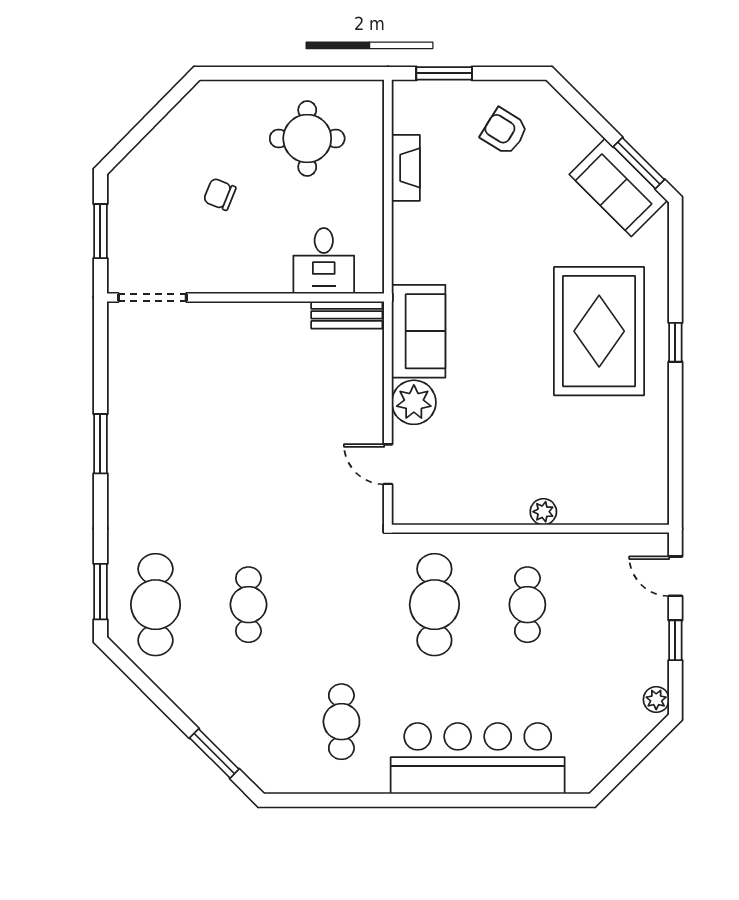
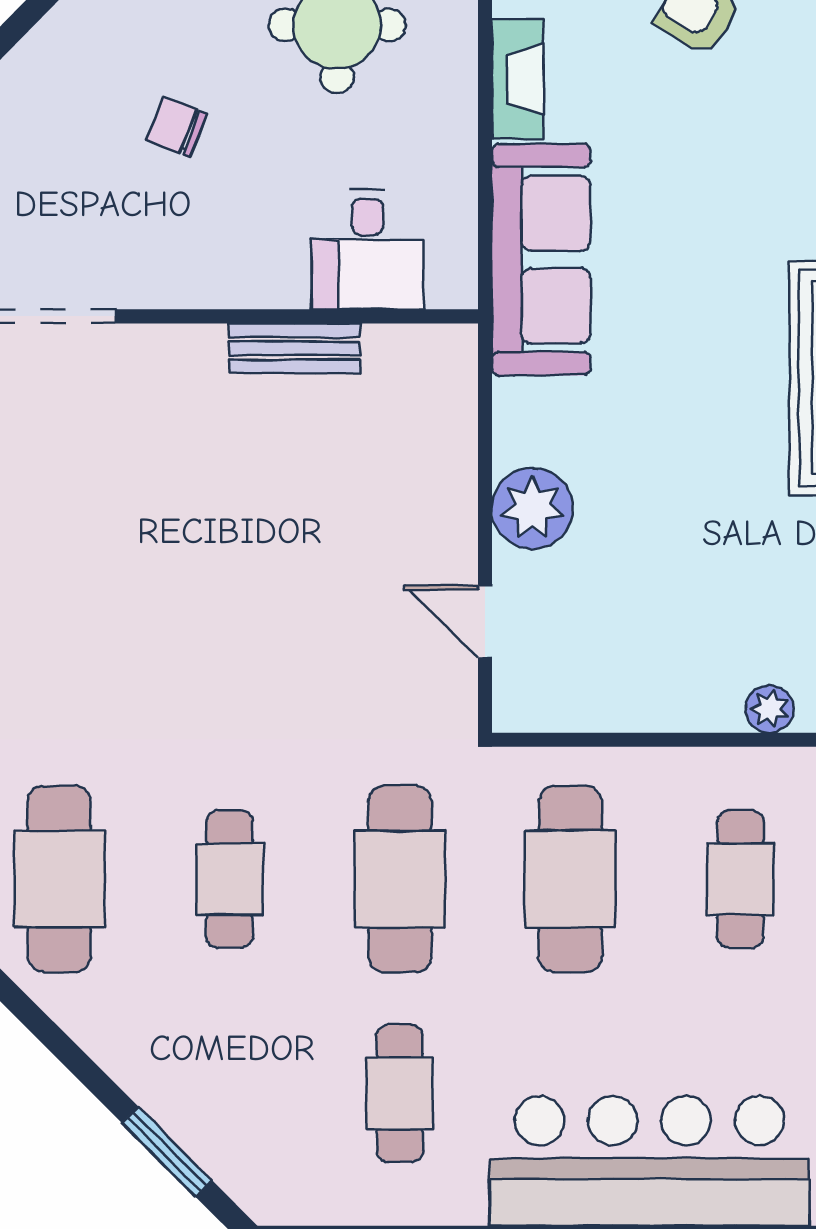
bench: (347, 315) -> (295, 348), moved
sofa: (419, 331) -> (541, 260), moved, width x1.36
cafe table: (341, 605) -> (400, 879), added

